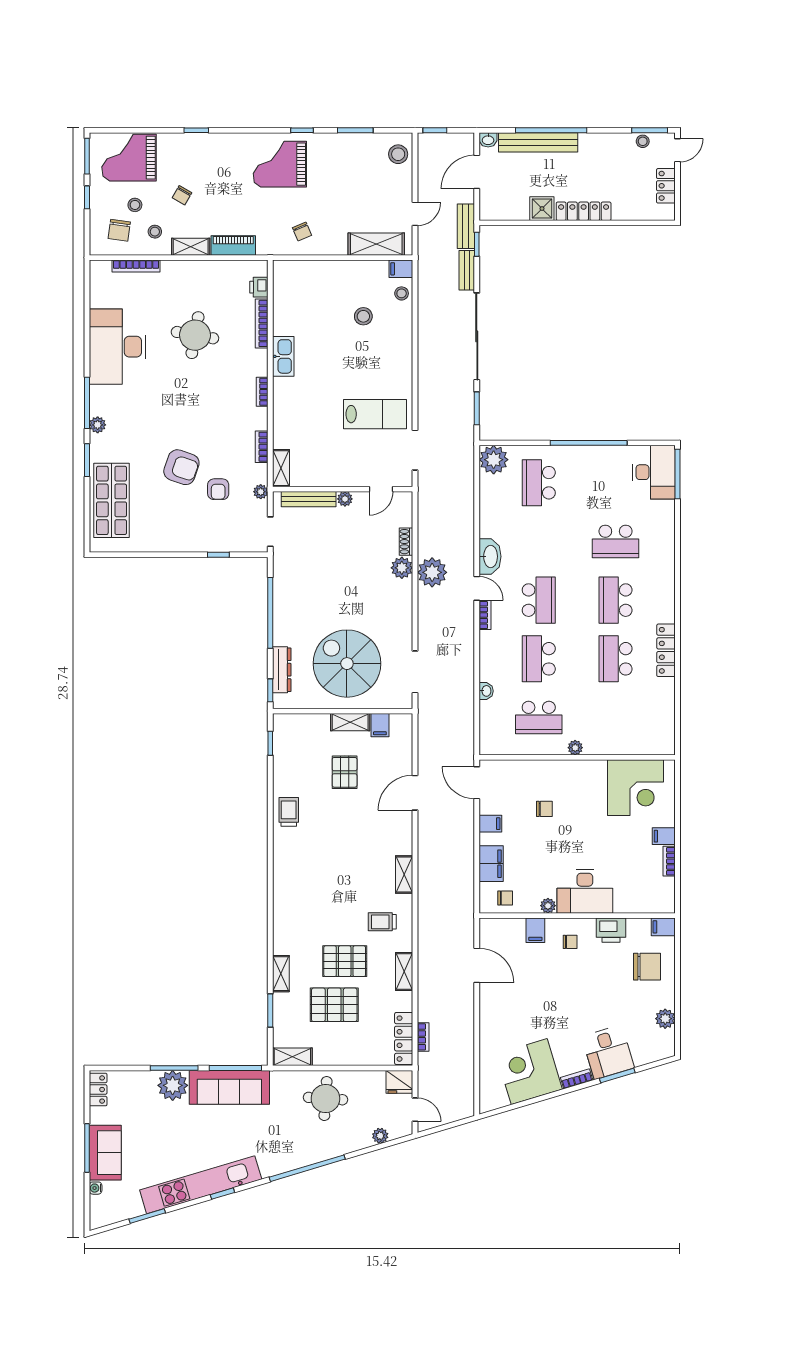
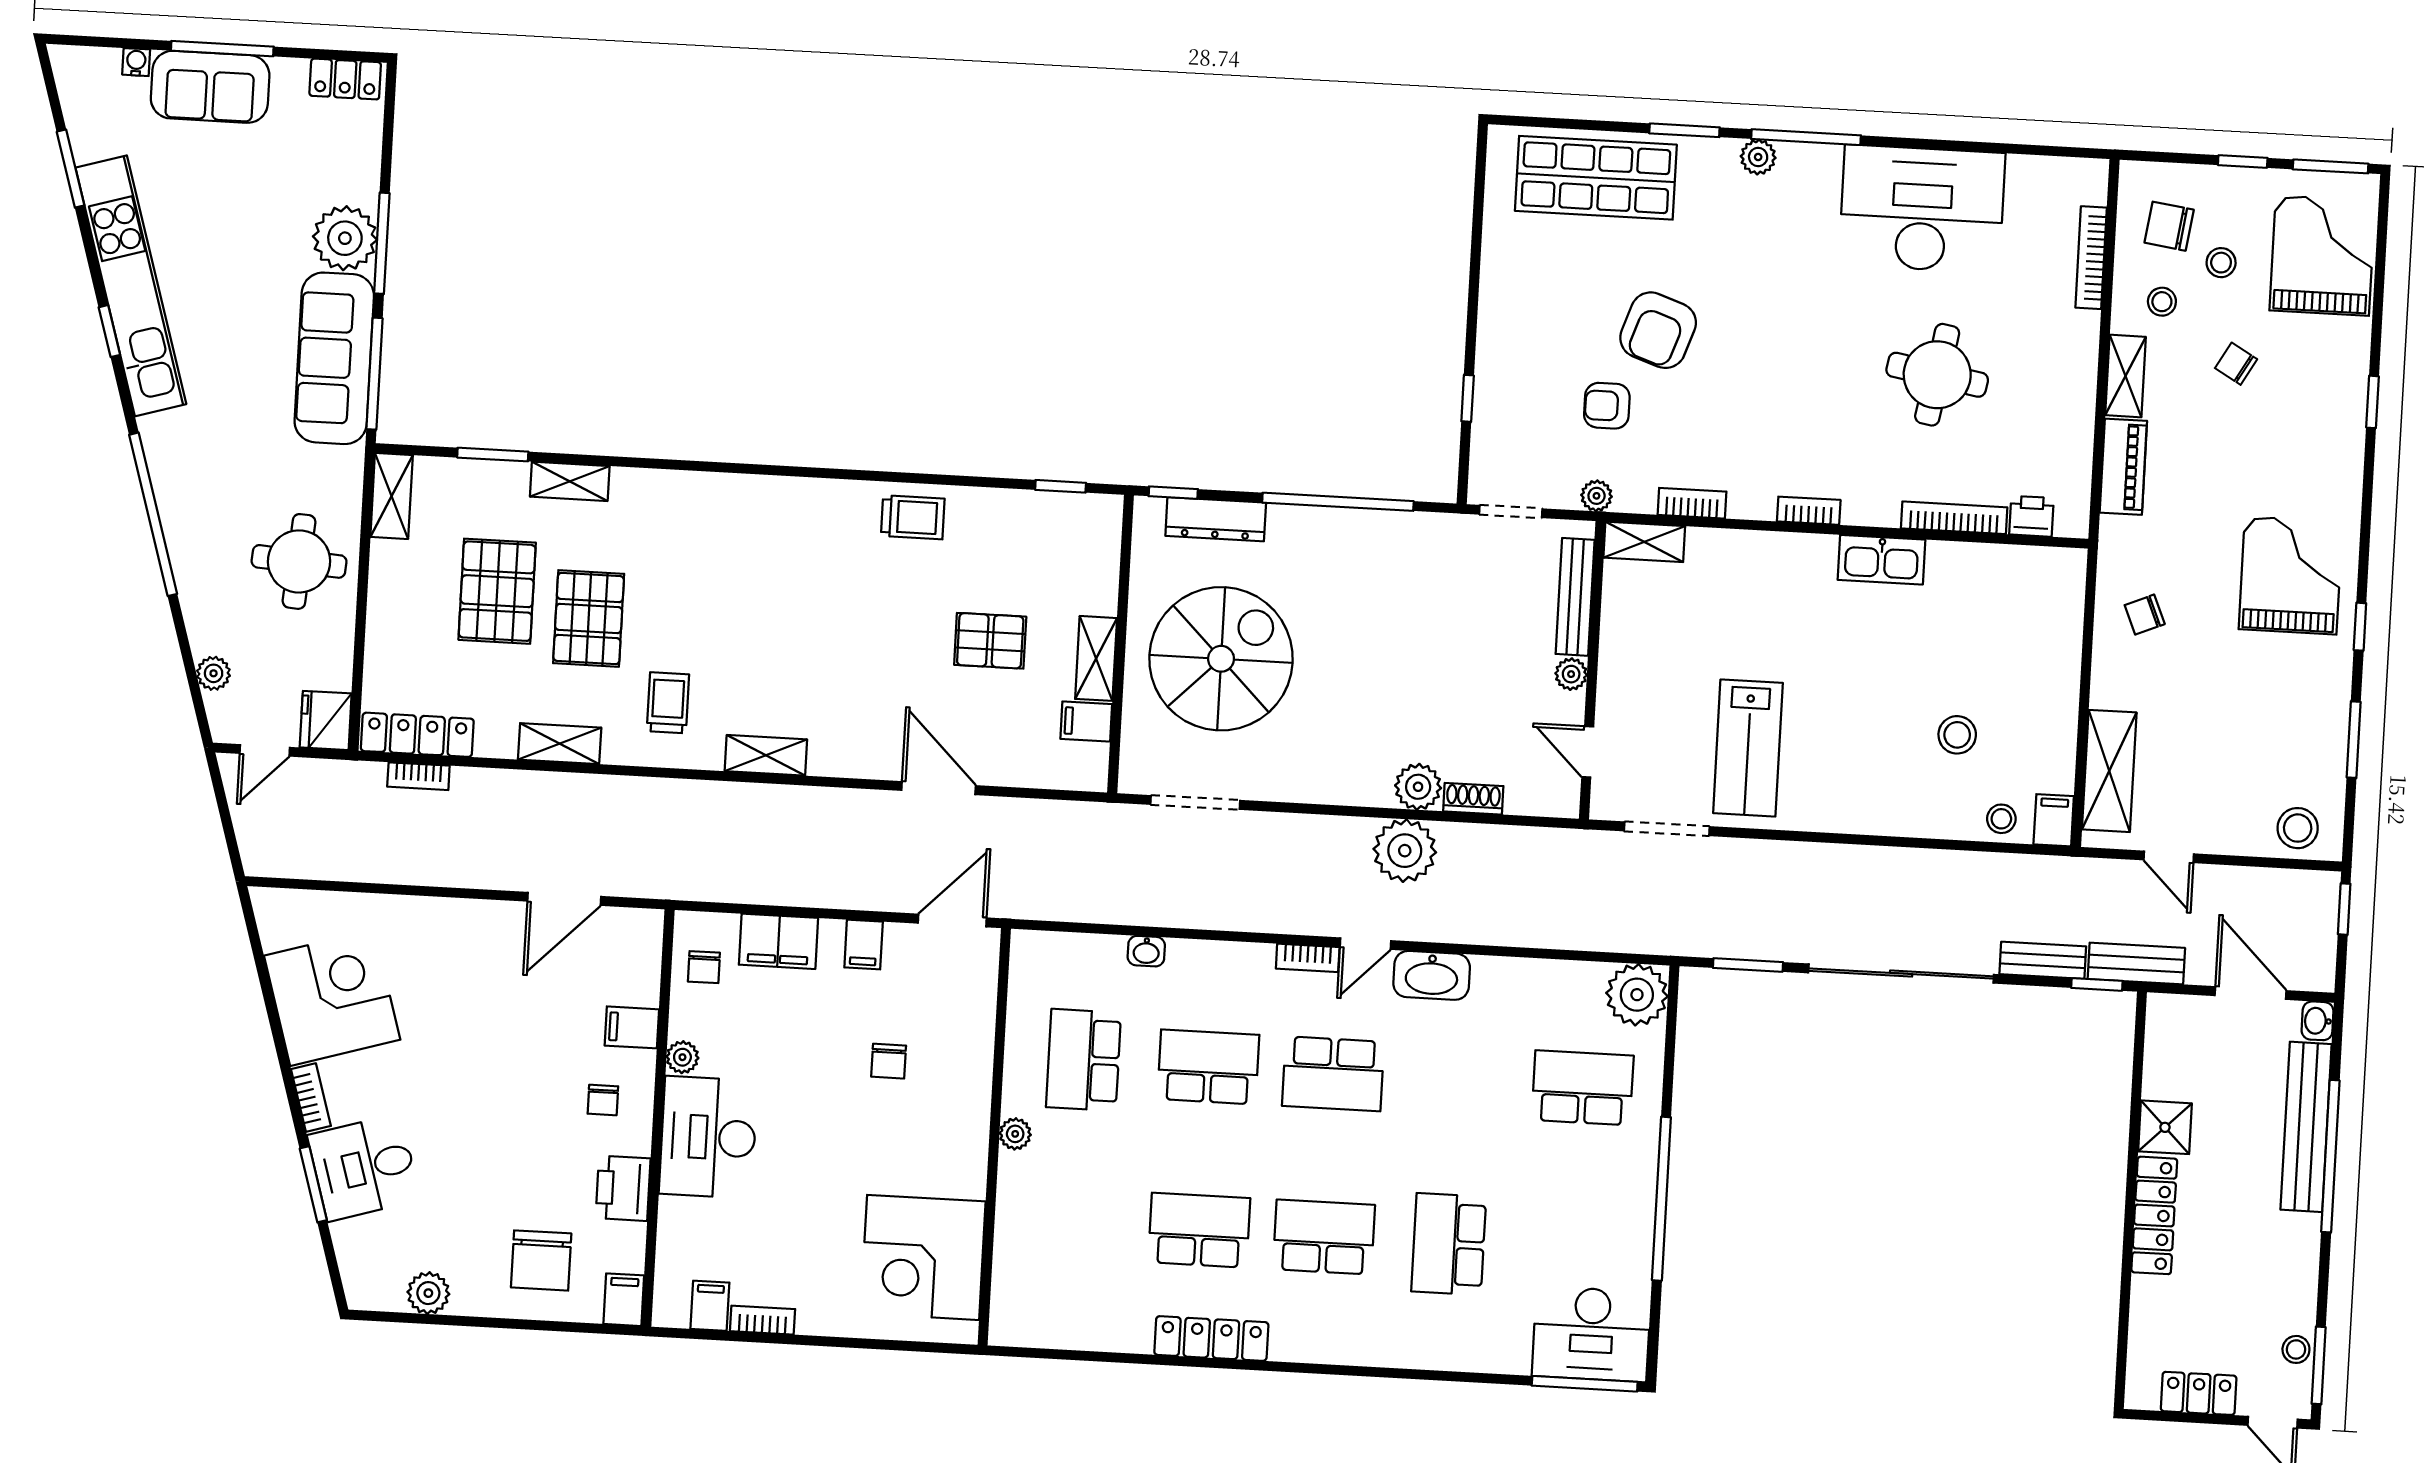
filing cabinet: (664, 836) -> (710, 1306), moved

